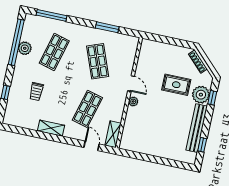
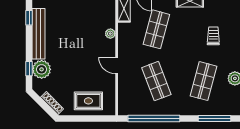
window: (107, 27) -> (154, 118), width x2.11
rug: (176, 85) -> (88, 101), moved
plant: (133, 101) -> (110, 34), moved

